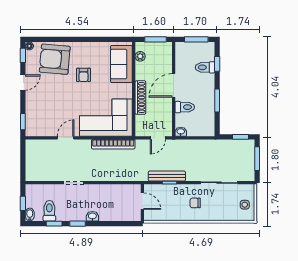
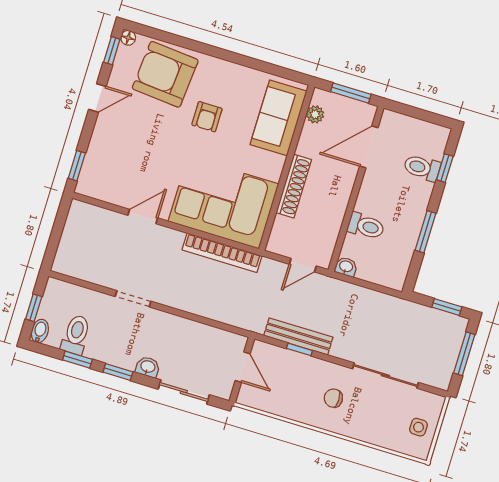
window: (196, 39) -> (422, 114), removed
door: (174, 85) -> (369, 147), moved
sliding door: (115, 224) -> (184, 392), added

